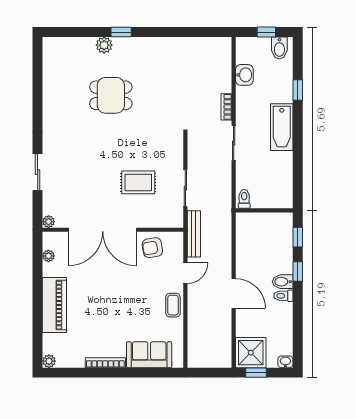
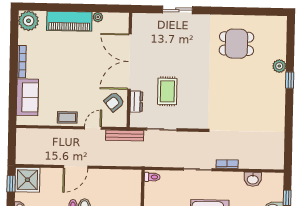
dining table: (111, 95) -> (236, 44), moved, turned 90
dresser: (152, 220) -> (136, 102), added
plant: (49, 222) -> (137, 18), removed
armchair: (152, 248) -> (114, 102), turned -122
plant: (48, 256) -> (98, 17), moved
door: (185, 273) -> (93, 128), swing flipped
plant: (49, 361) -> (29, 21), width x1.87, depth x1.87

